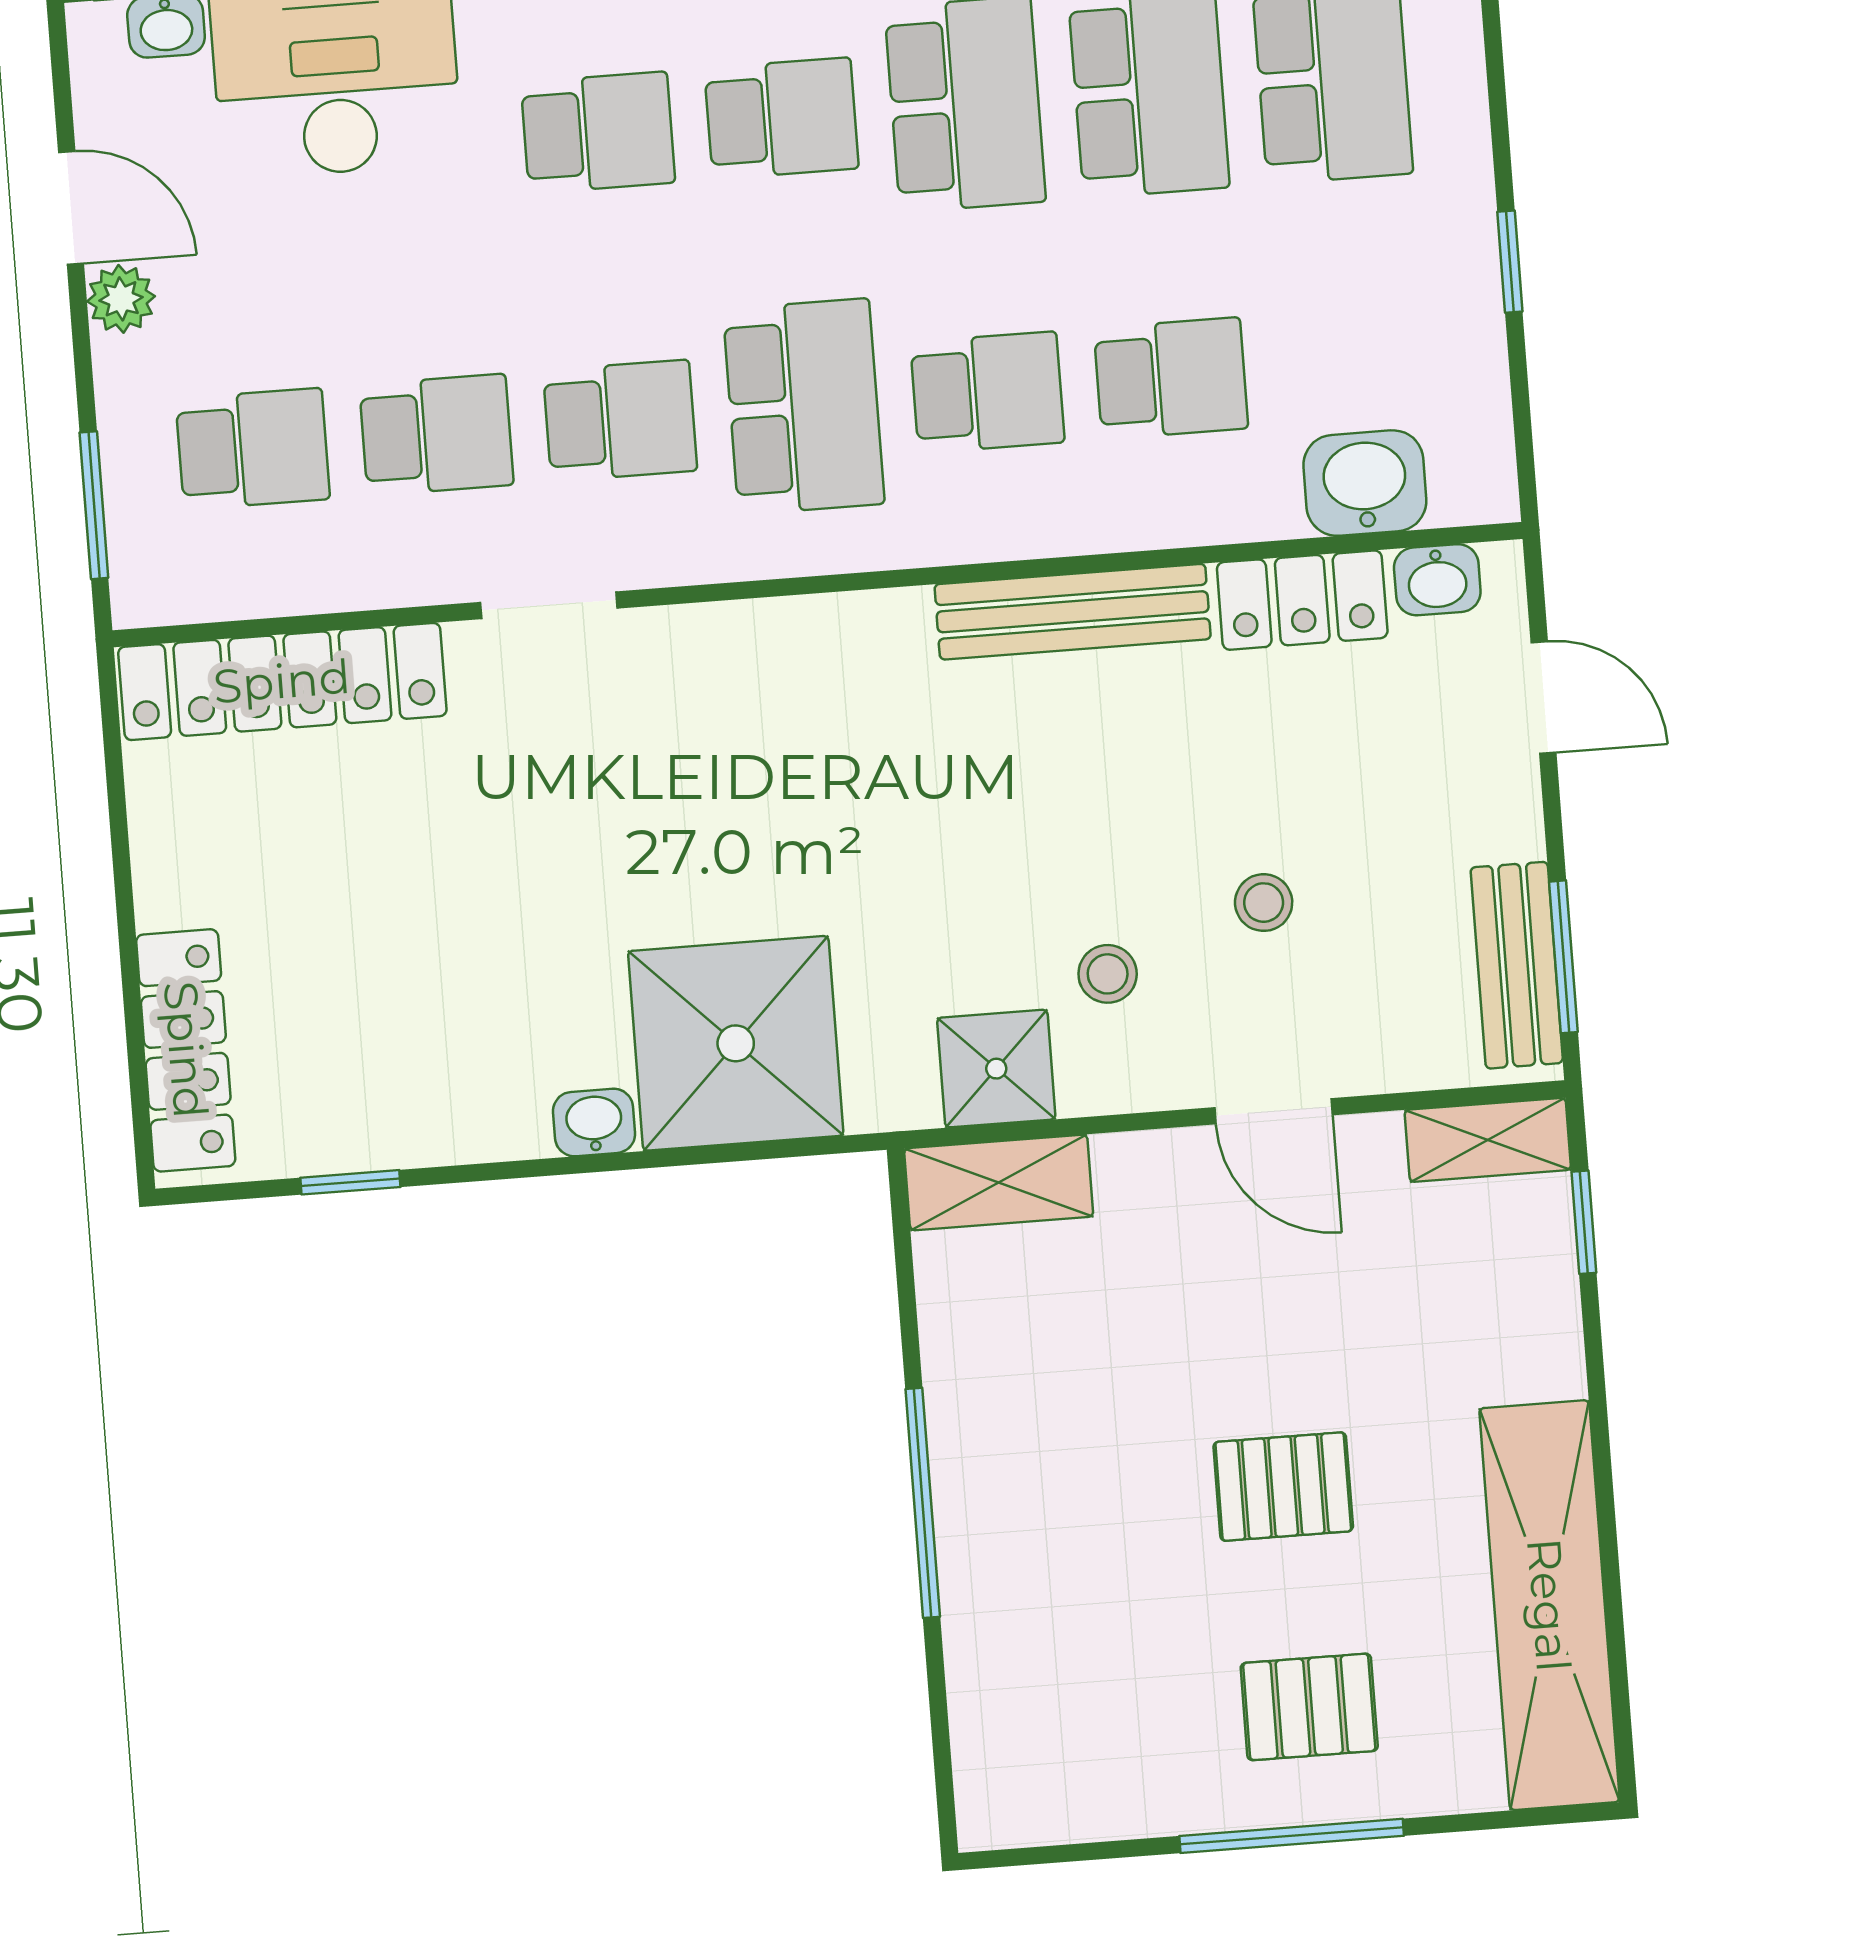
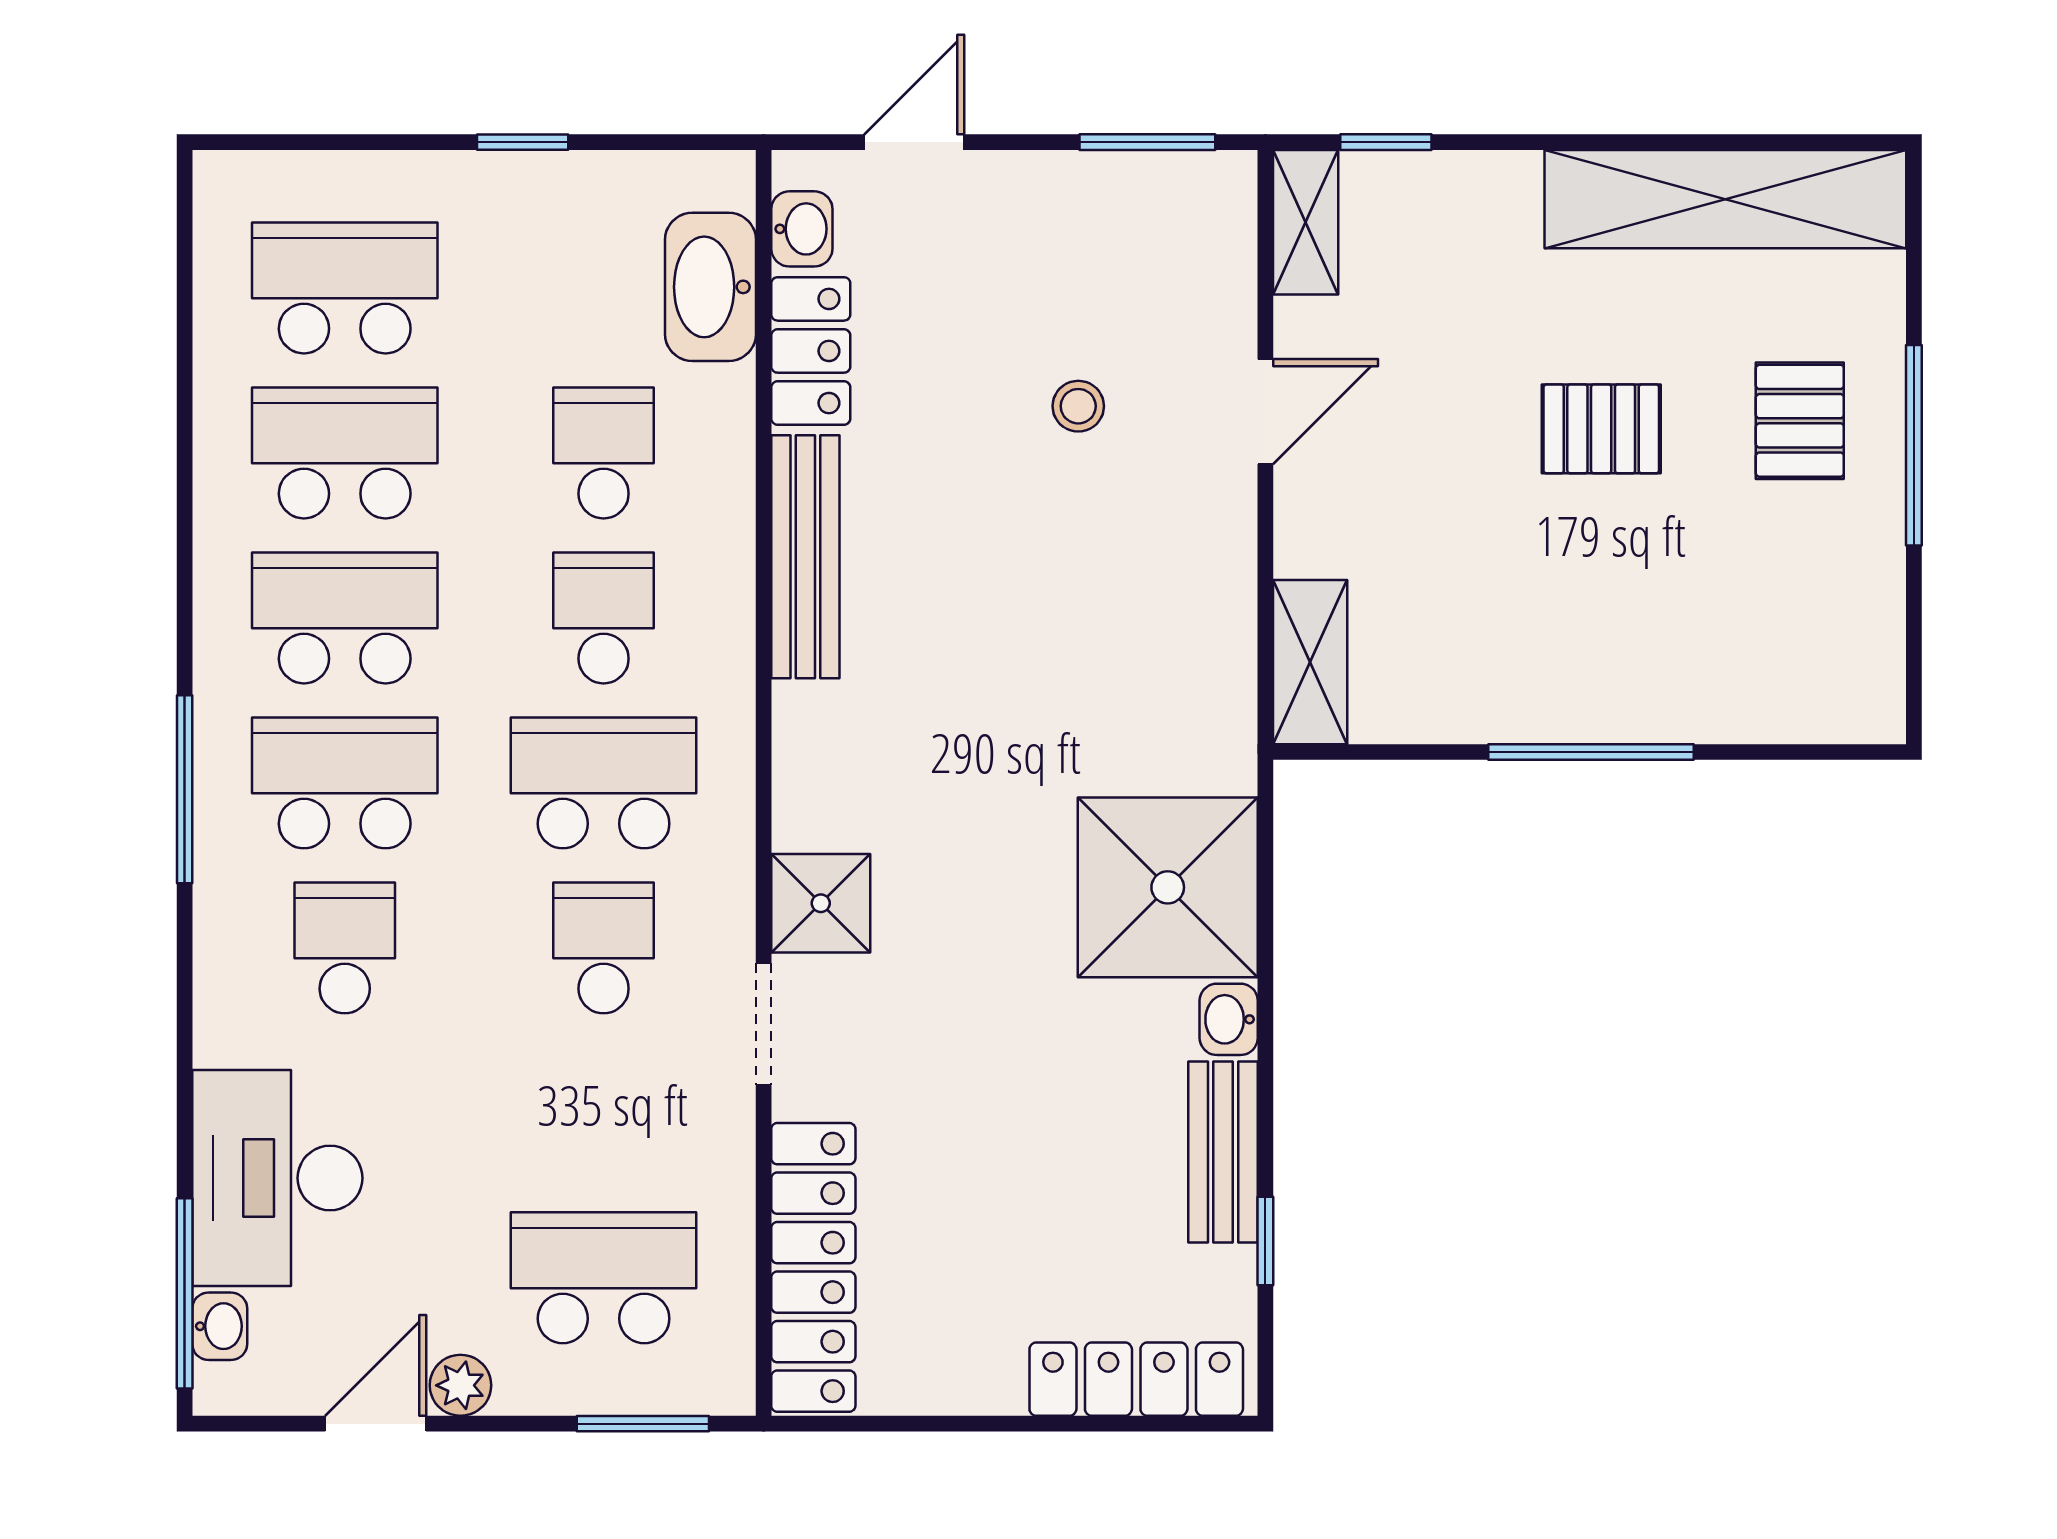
school desk: (782, 118) -> (345, 783), width x1.85
school desk: (436, 435) -> (604, 1113), removed
school desk: (253, 449) -> (604, 1278), width x1.85
washbasin: (1365, 483) -> (710, 287), width x1.38
bench: (1517, 965) -> (1223, 1152), moved, turned 90
stool: (1108, 974) -> (1131, 550), removed
shower: (996, 1069) -> (821, 903), moved
pallet: (1283, 1487) -> (1601, 429), turned 90

